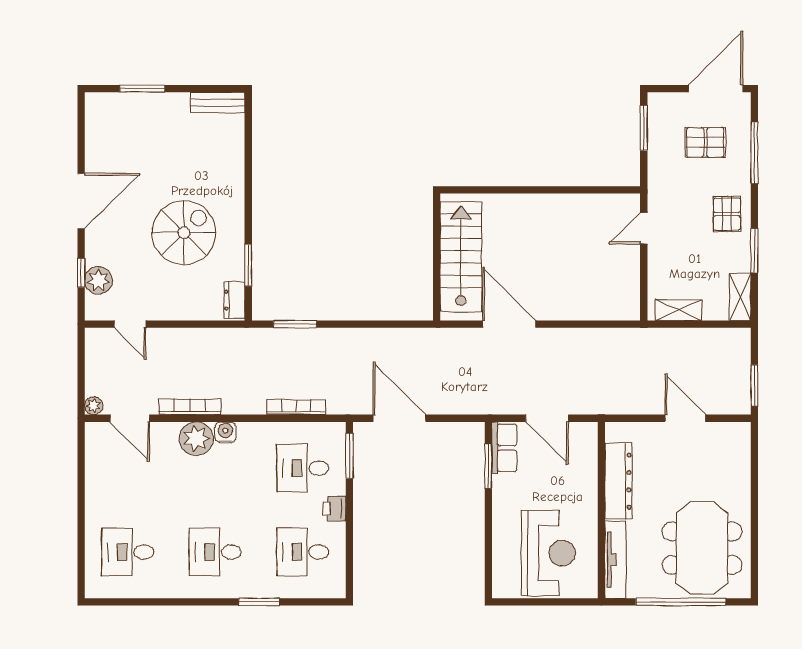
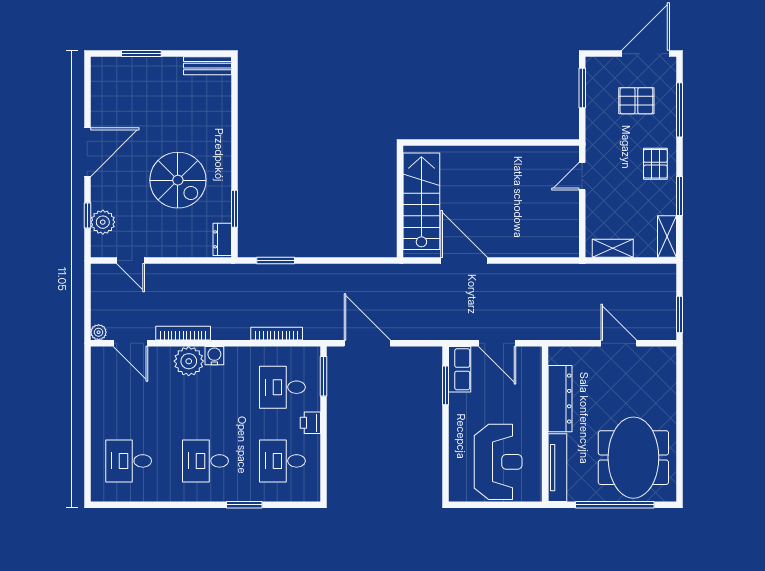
spiral stairs: (184, 233) -> (178, 180), turned 90

